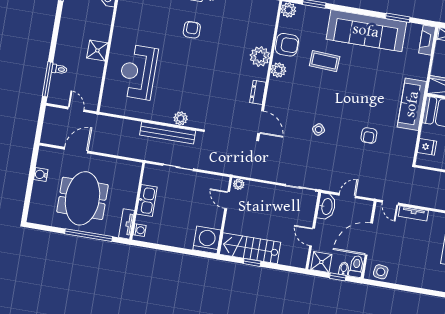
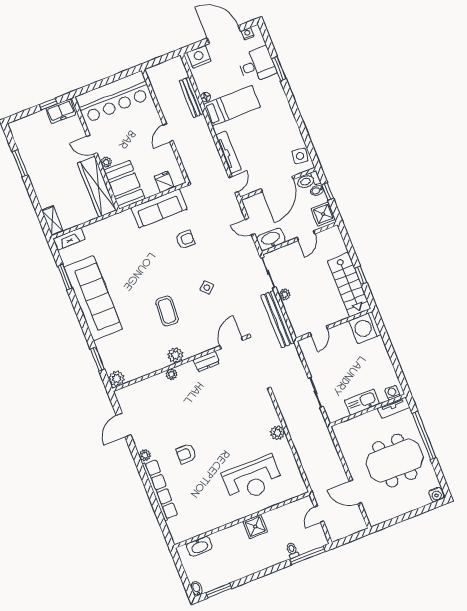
armchair: (287, 45) -> (148, 361), removed
plant: (260, 56) -> (172, 374), width x0.53, depth x0.53
coffee table: (325, 61) -> (167, 311), moved
sofa: (412, 104) -> (159, 208), moved
plant: (181, 118) -> (278, 433), moved
bench: (168, 133) -> (278, 319), moved
water cooler: (41, 175) -> (436, 494), moved
plant: (239, 184) -> (285, 295), moved
tv unit: (413, 213) -> (228, 153), width x1.41
door: (369, 239) -> (277, 184), hinge flipped

